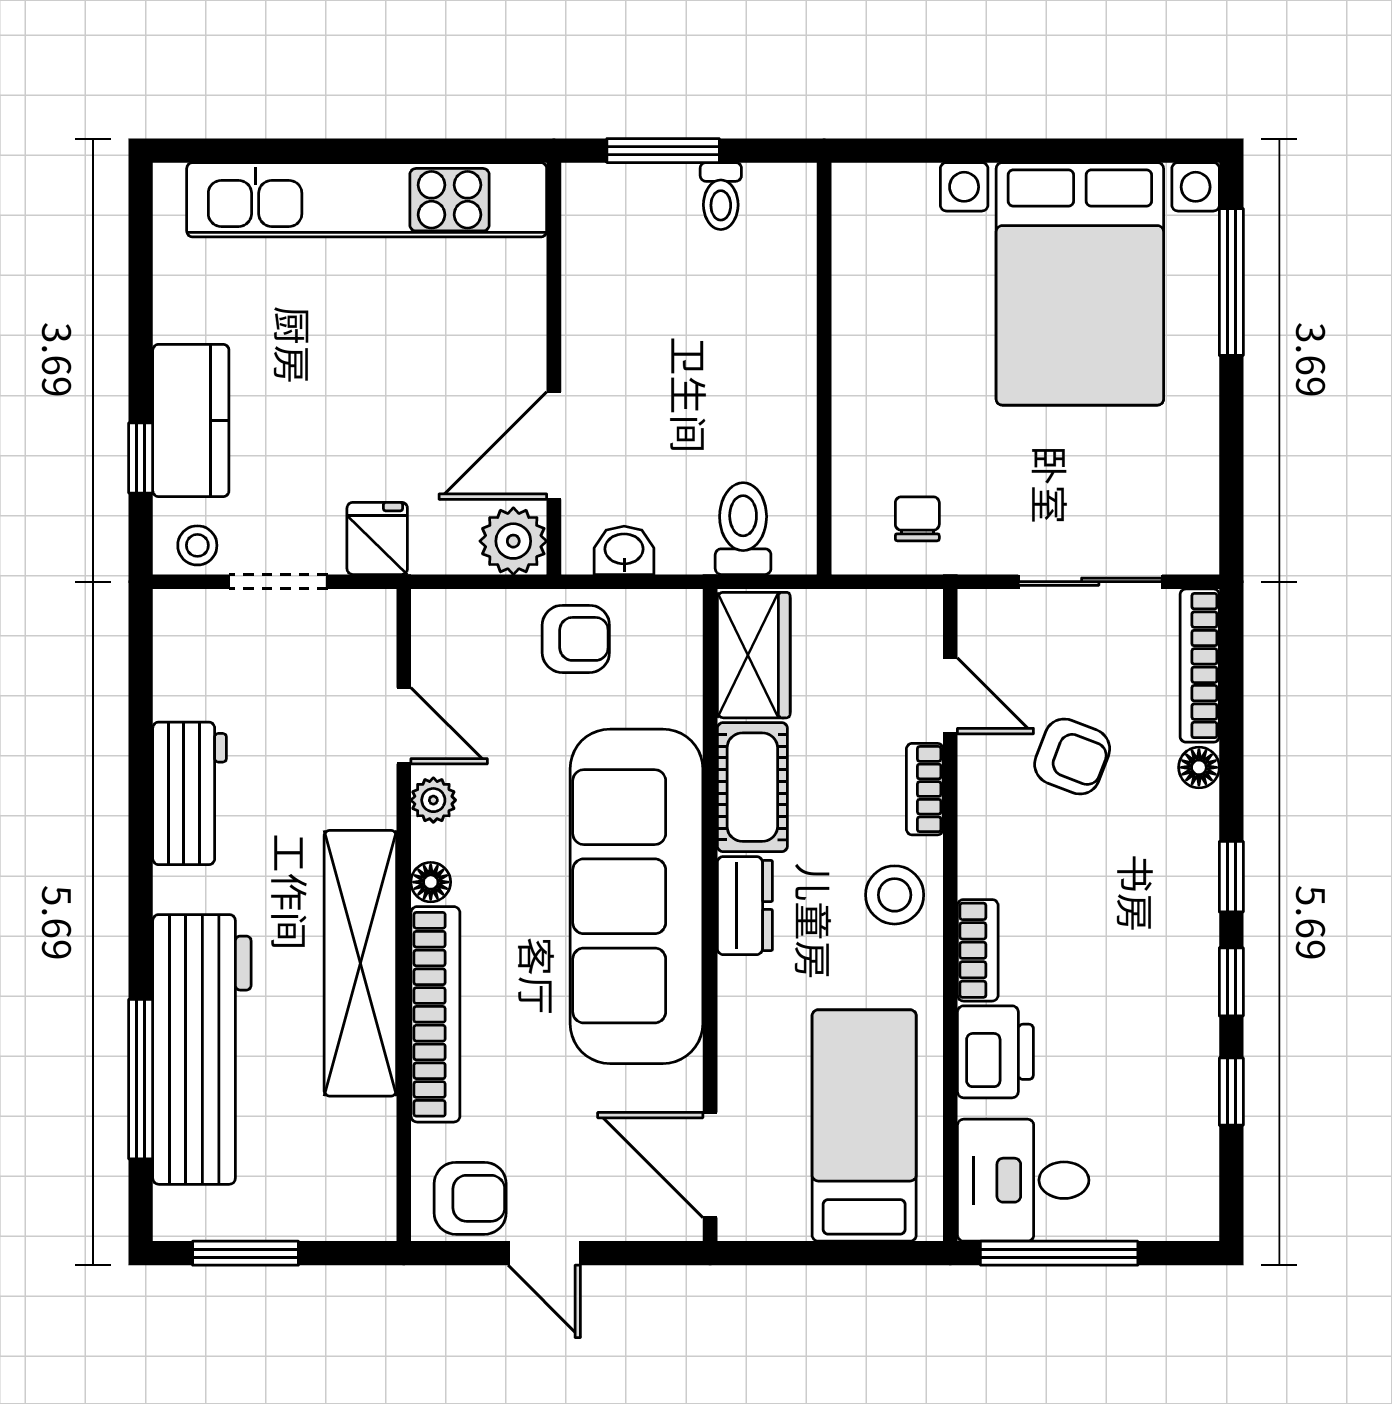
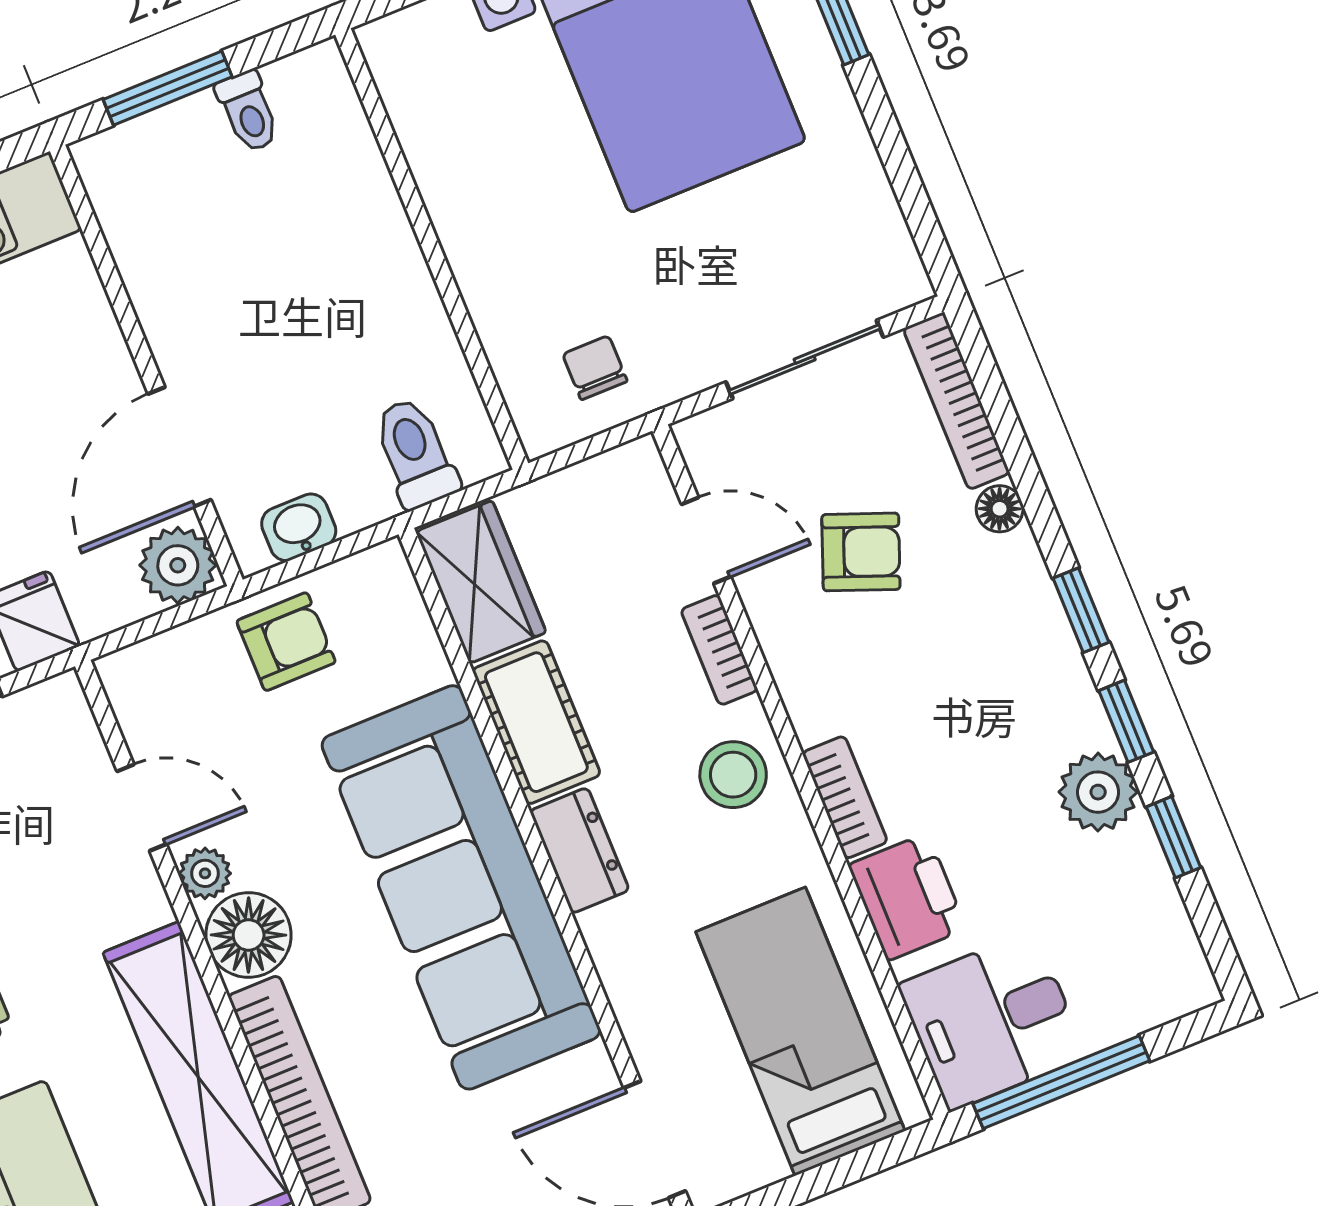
floor lamp: (431, 882) -> (249, 935), width x1.89, depth x1.89
plant: (1185, 1030) -> (1098, 792), added

